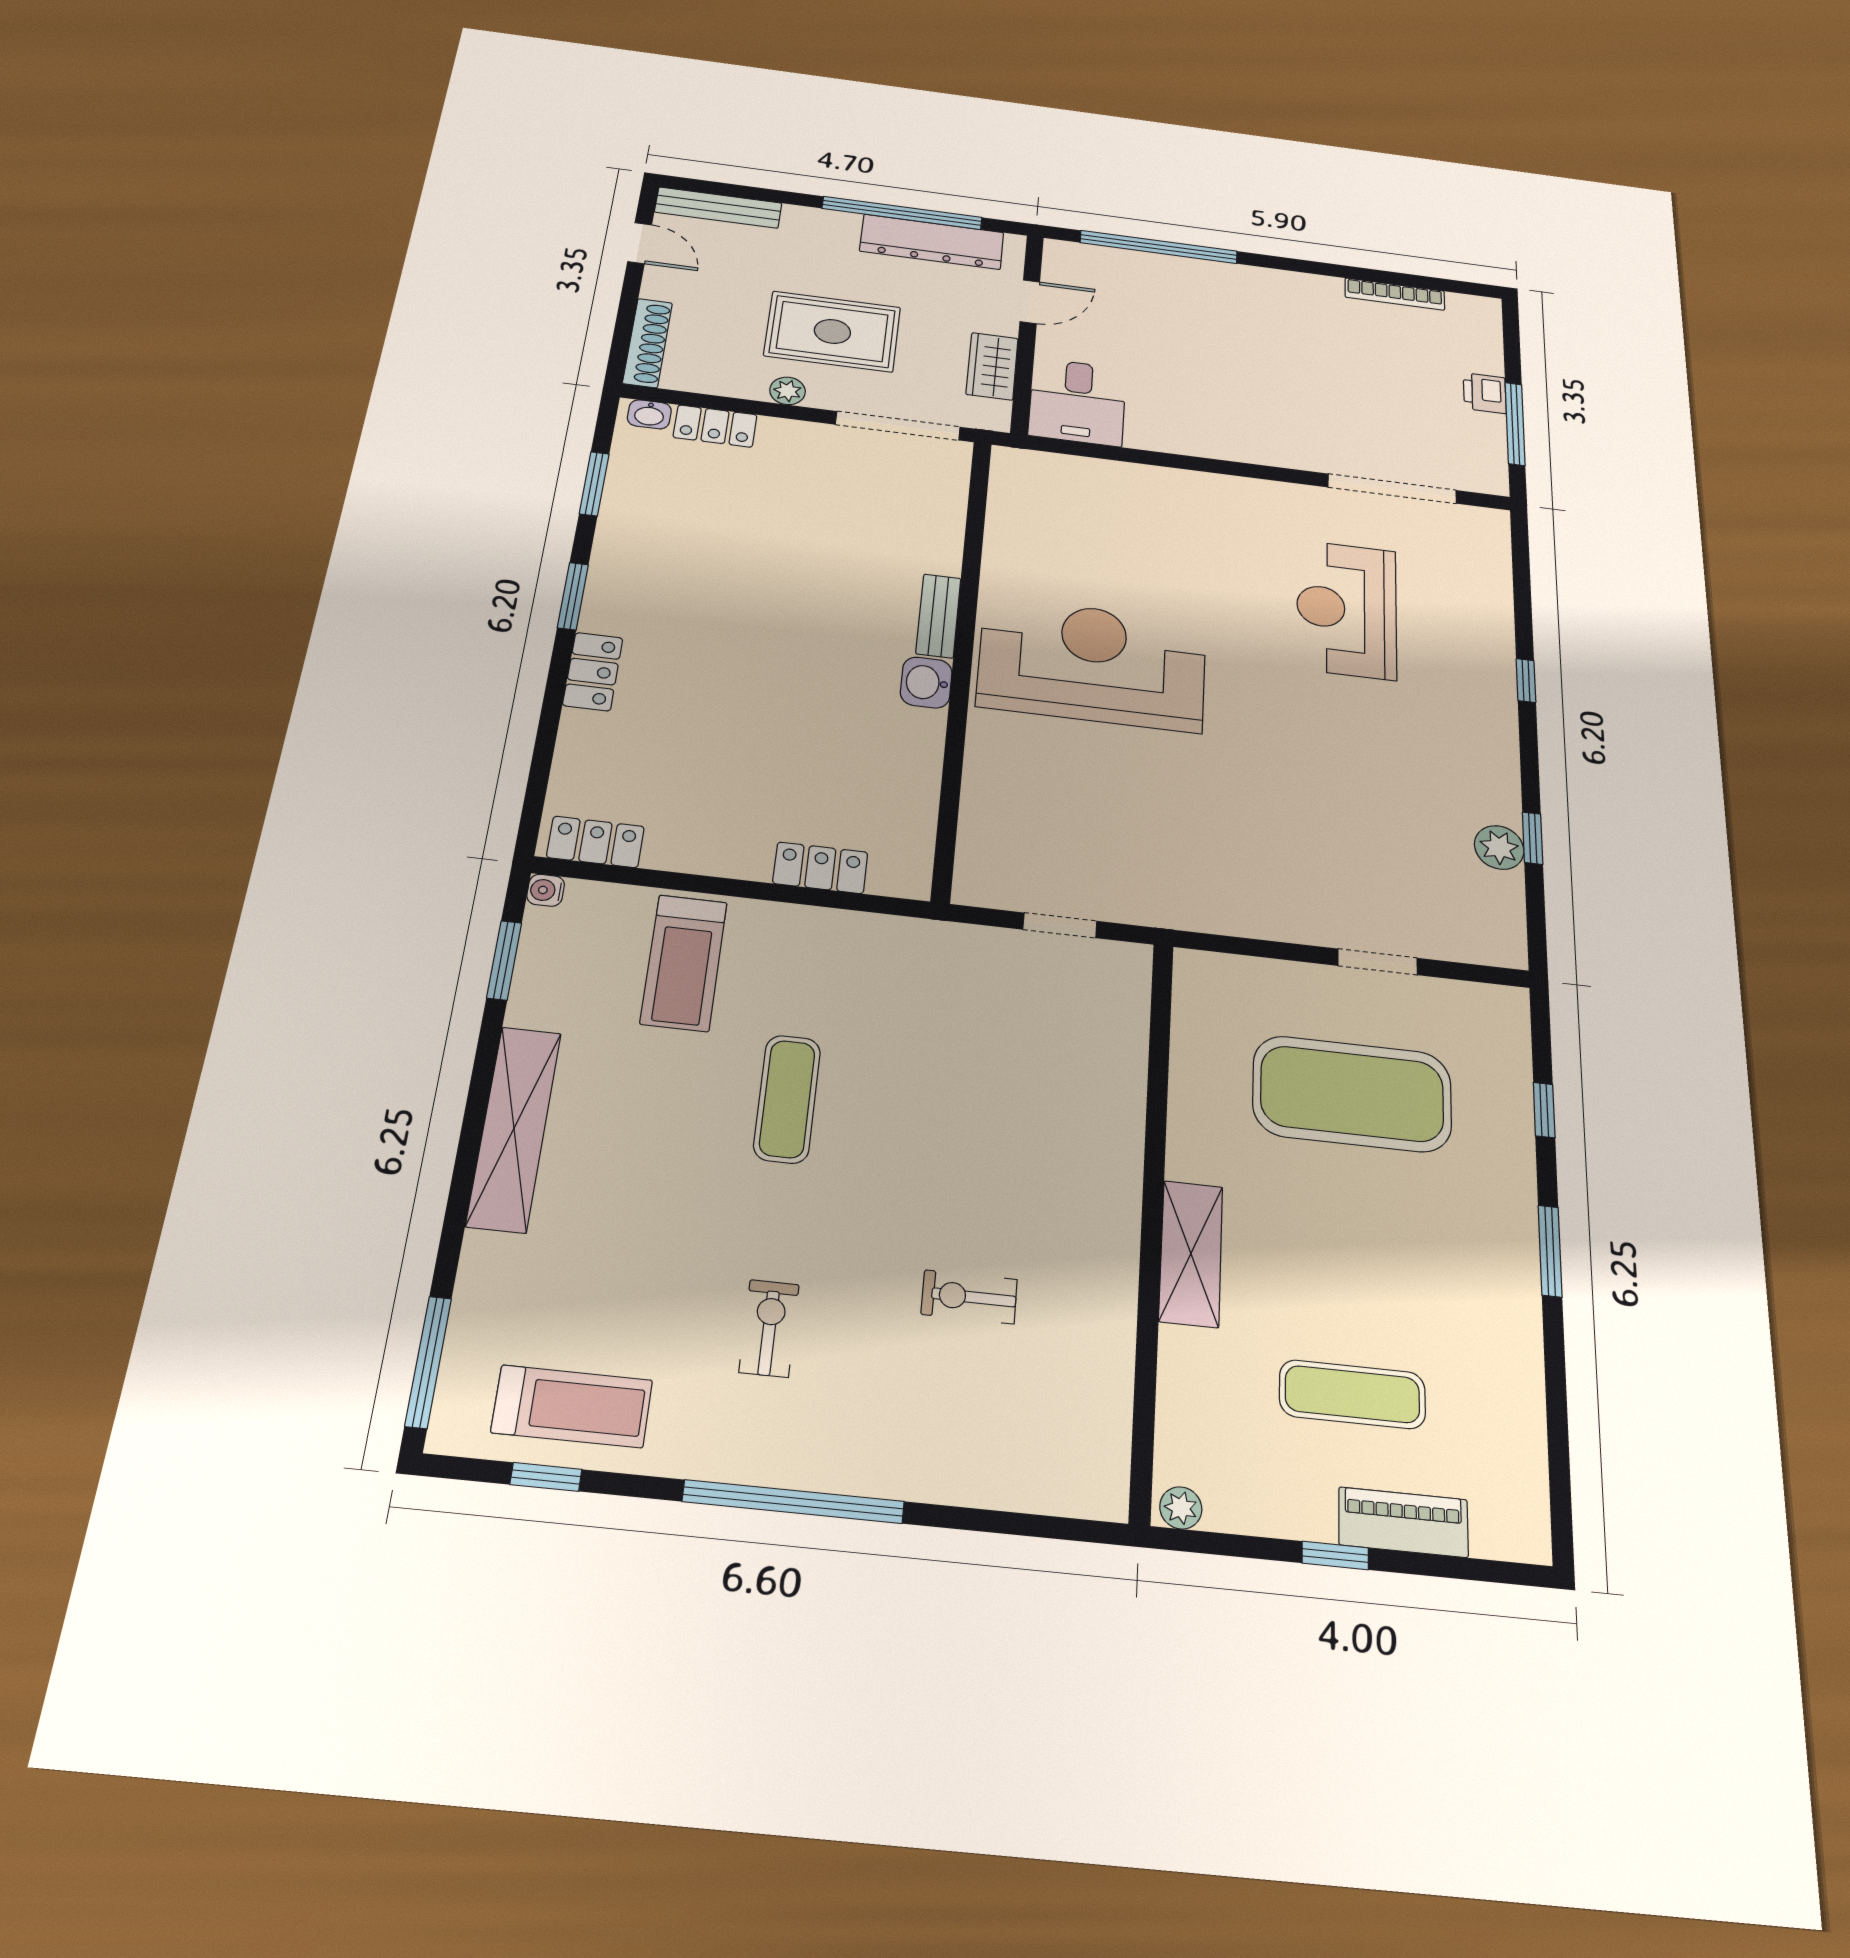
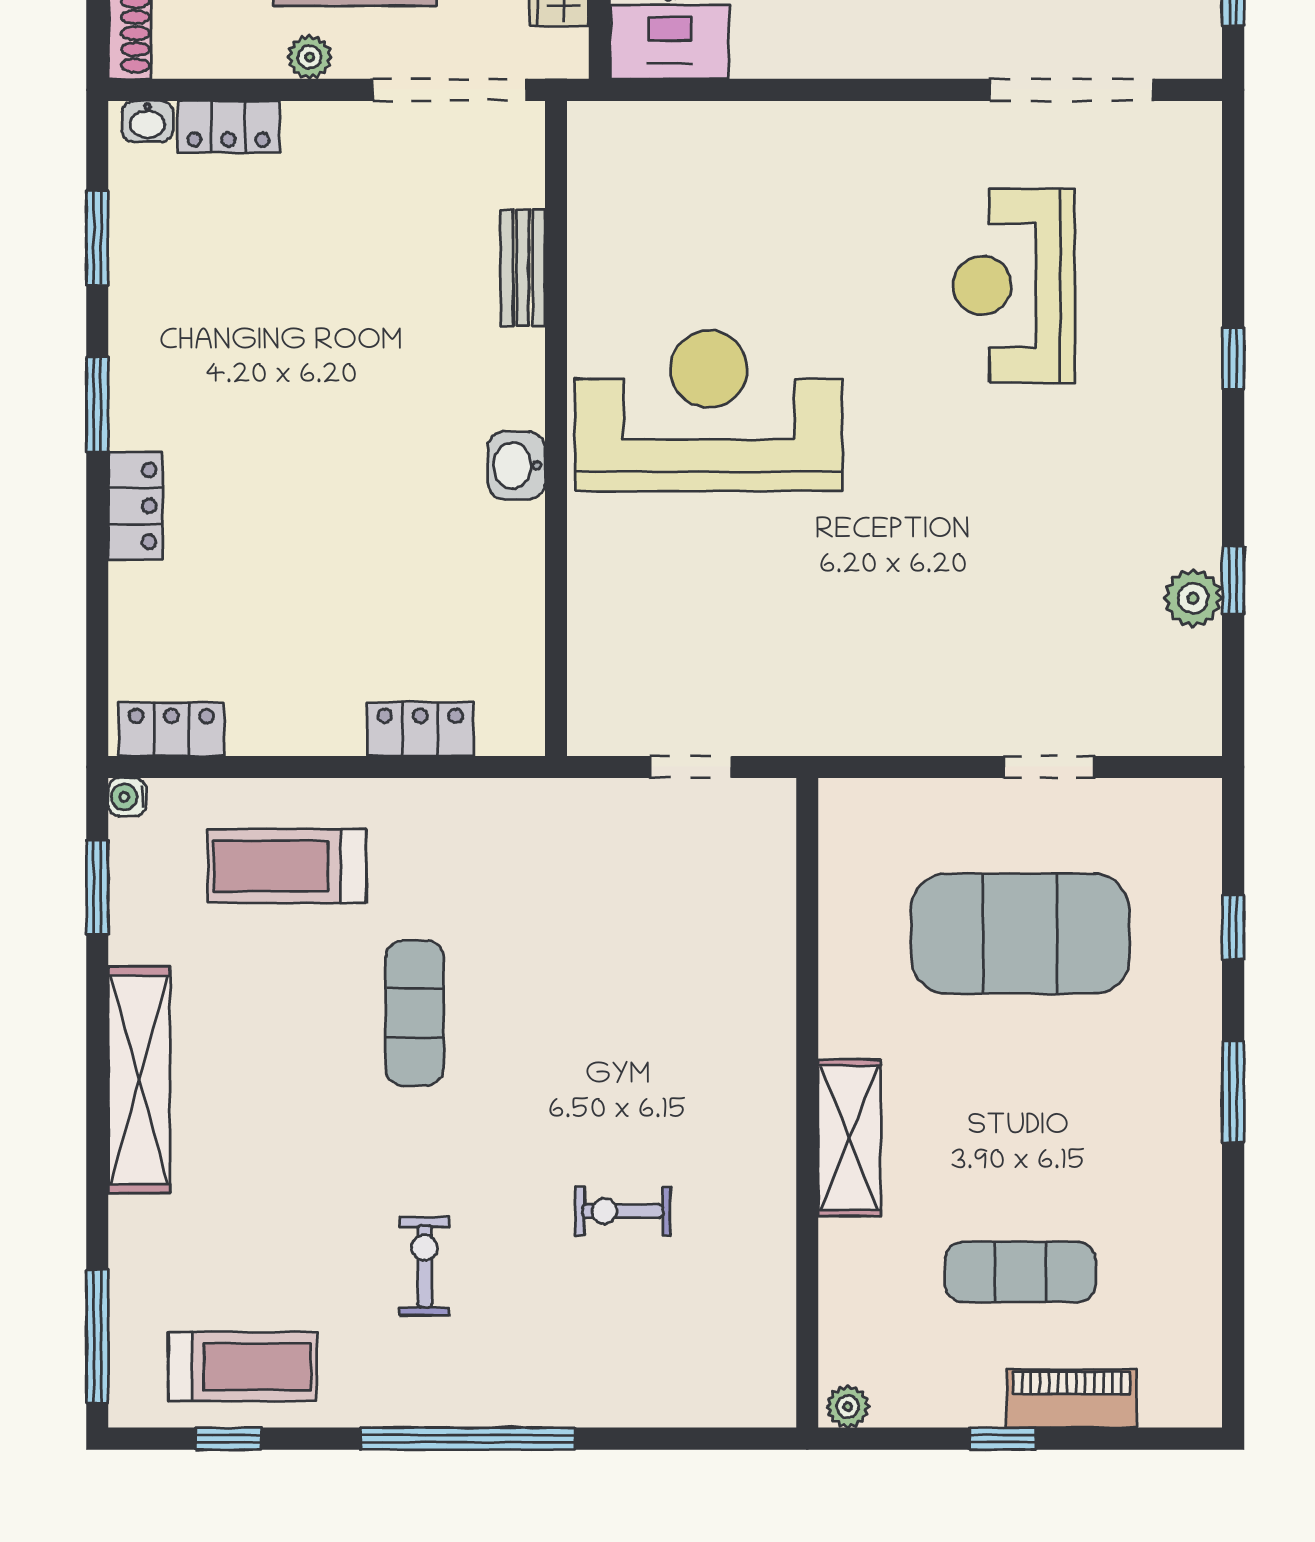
bench: (938, 616) -> (523, 268), moved
treadmill: (684, 963) -> (287, 866), turned 90

